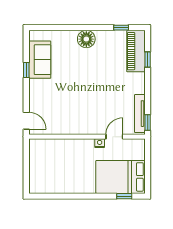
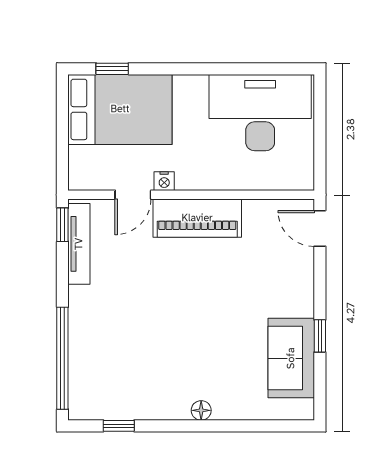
floor lamp: (86, 39) -> (201, 410), width x0.53, depth x0.53
piano: (136, 51) -> (197, 218), moved, turned 90
window: (148, 60) -> (62, 358), width x3.17
desk: (54, 175) -> (260, 113), added

